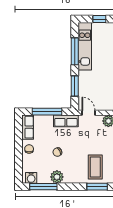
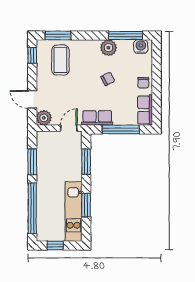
window: (75, 51) -> (86, 205), width x0.69
door: (88, 113) -> (69, 128), swing flipped

